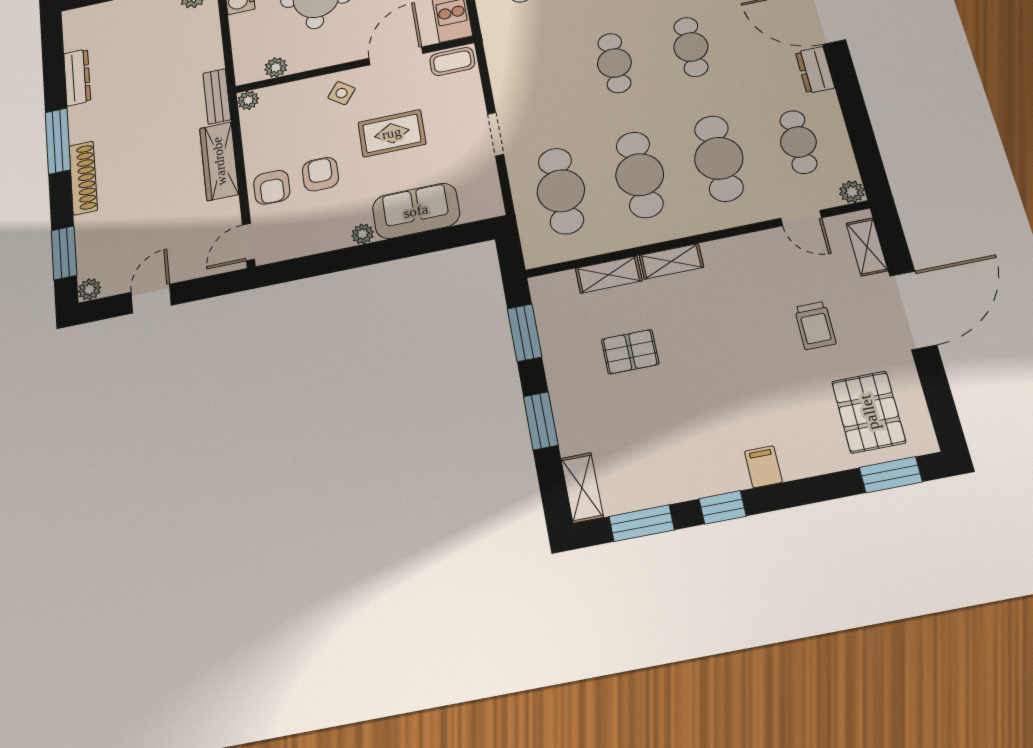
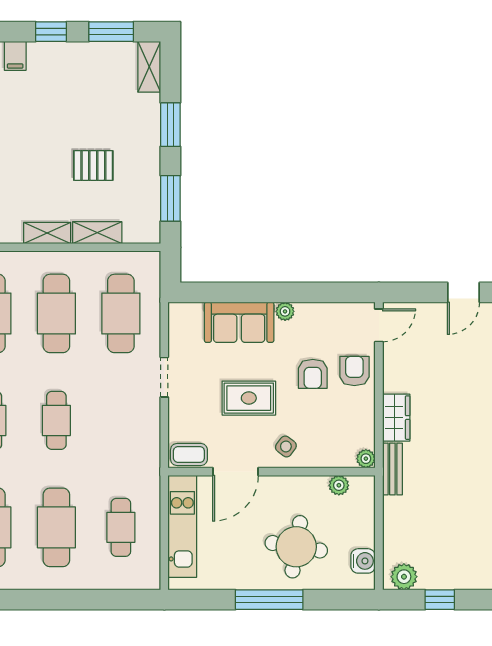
wardrobe: (219, 161) -> (396, 418), width x0.67

